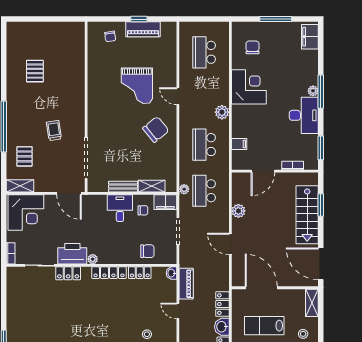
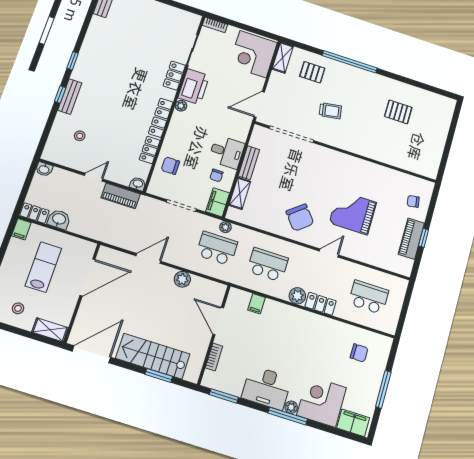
corner desk: (249, 87) -> (322, 401), moved, turned 180
chair: (147, 251) -> (170, 166), turned 90
locker: (222, 304) -> (321, 304), moved

